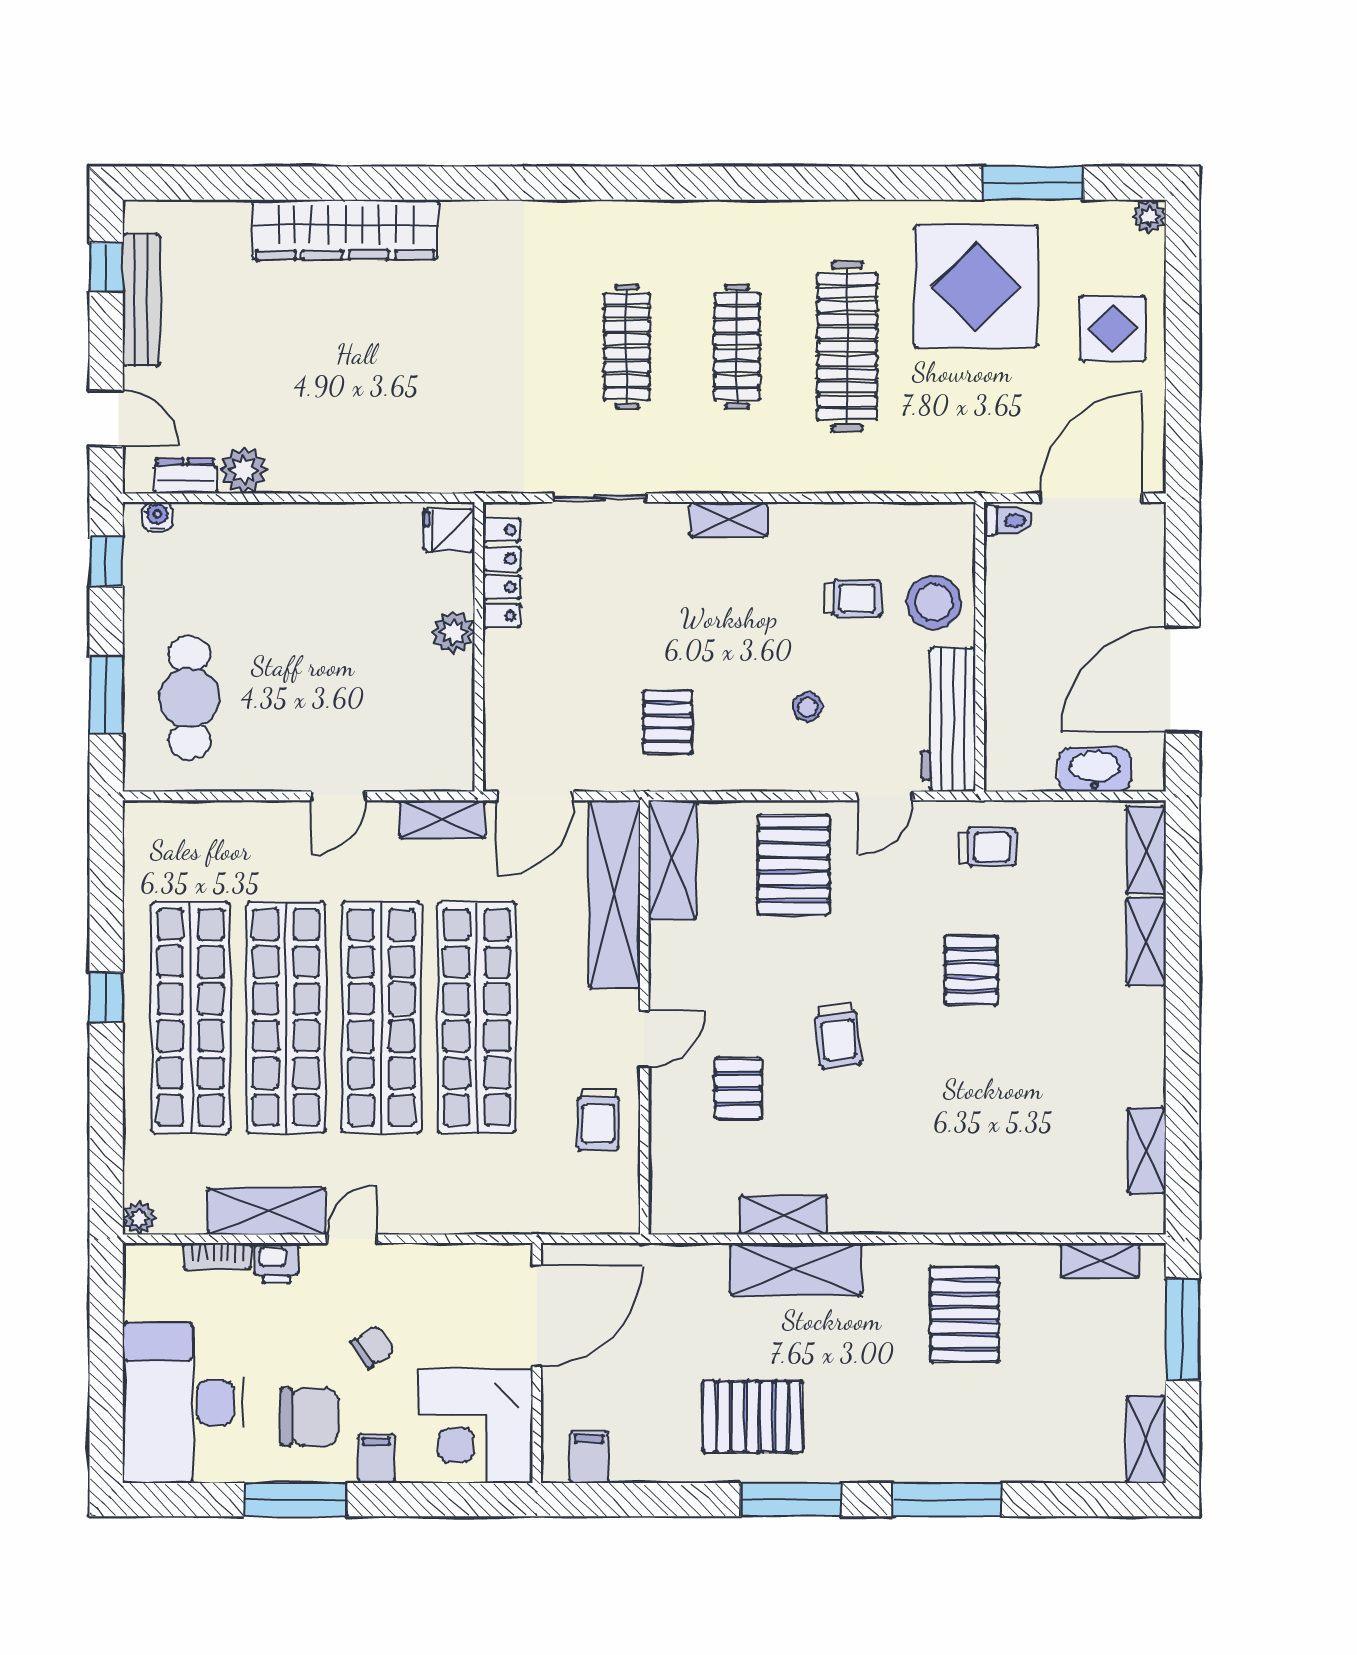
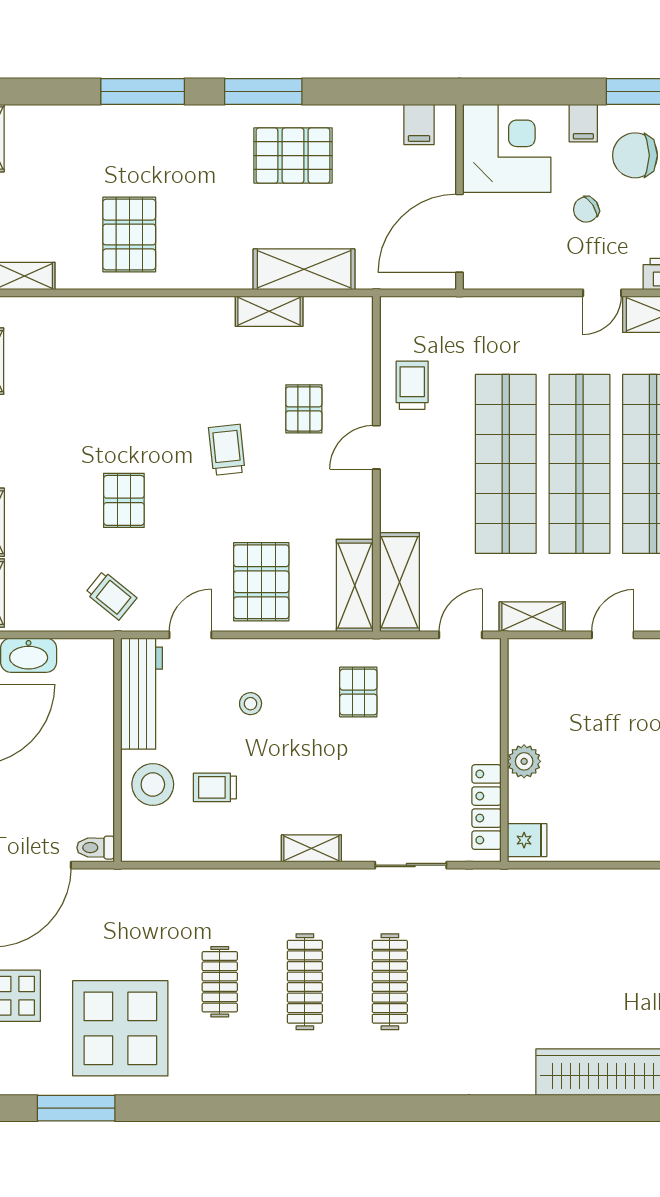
clothes rail: (847, 347) -> (220, 982), width x0.54, depth x0.76
door: (535, 796) -> (461, 635), width x0.73
trolley: (988, 847) -> (111, 595), turned -141
shelving: (614, 894) -> (399, 582), width x0.68
shelving: (796, 1269) -> (304, 269), moved

